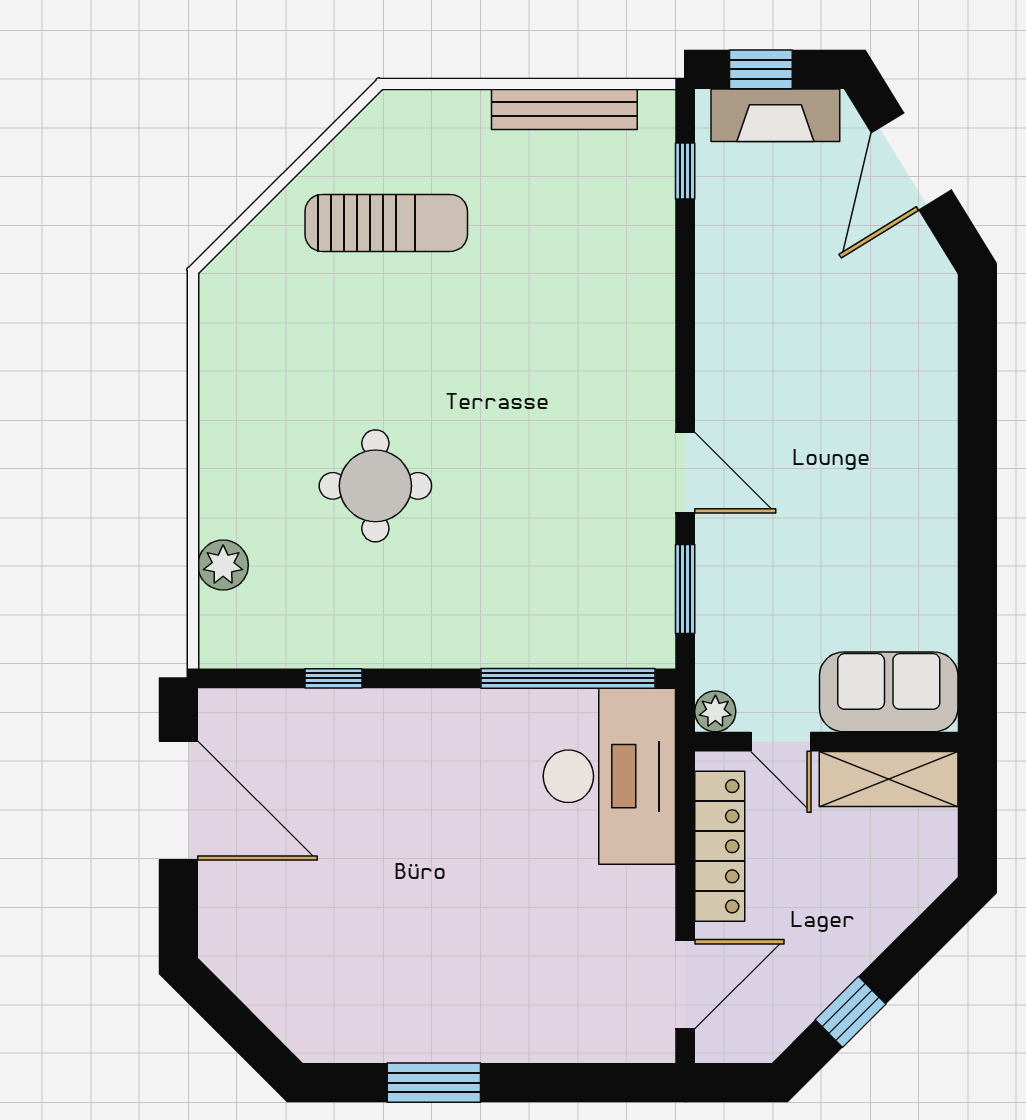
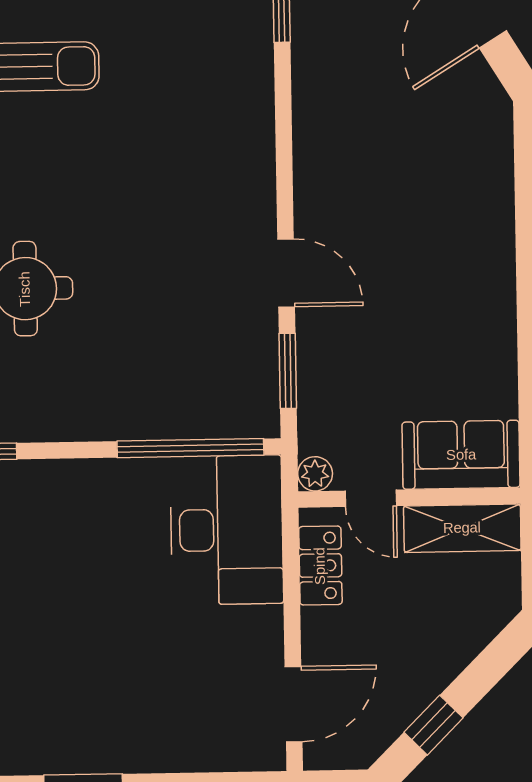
locker: (720, 846) -> (320, 566), width x0.66

